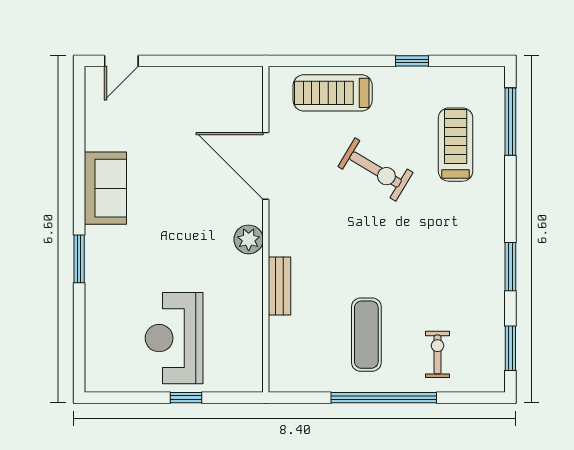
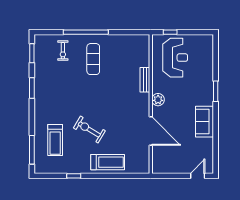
door: (266, 166) -> (151, 131), moved
wall: (266, 229) -> (151, 104), moved
plant: (249, 239) -> (158, 100), moved
bench: (280, 286) -> (145, 80), moved

